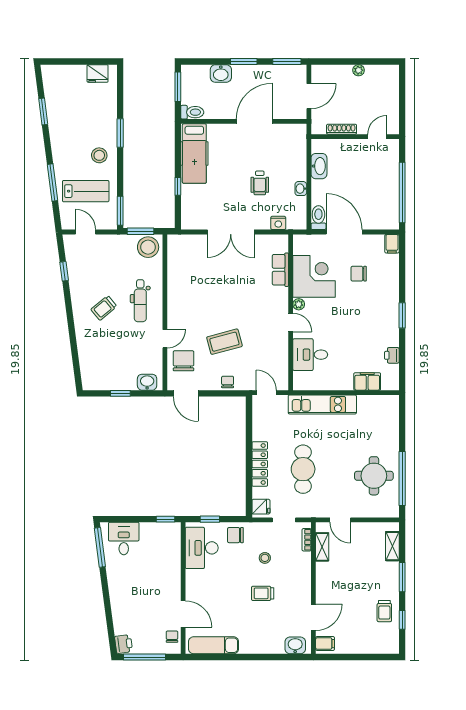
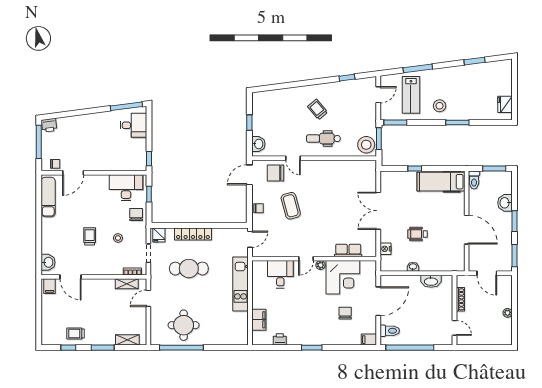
toilet: (318, 218) -> (390, 331), moved
chair: (184, 361) -> (275, 173), turned 180

